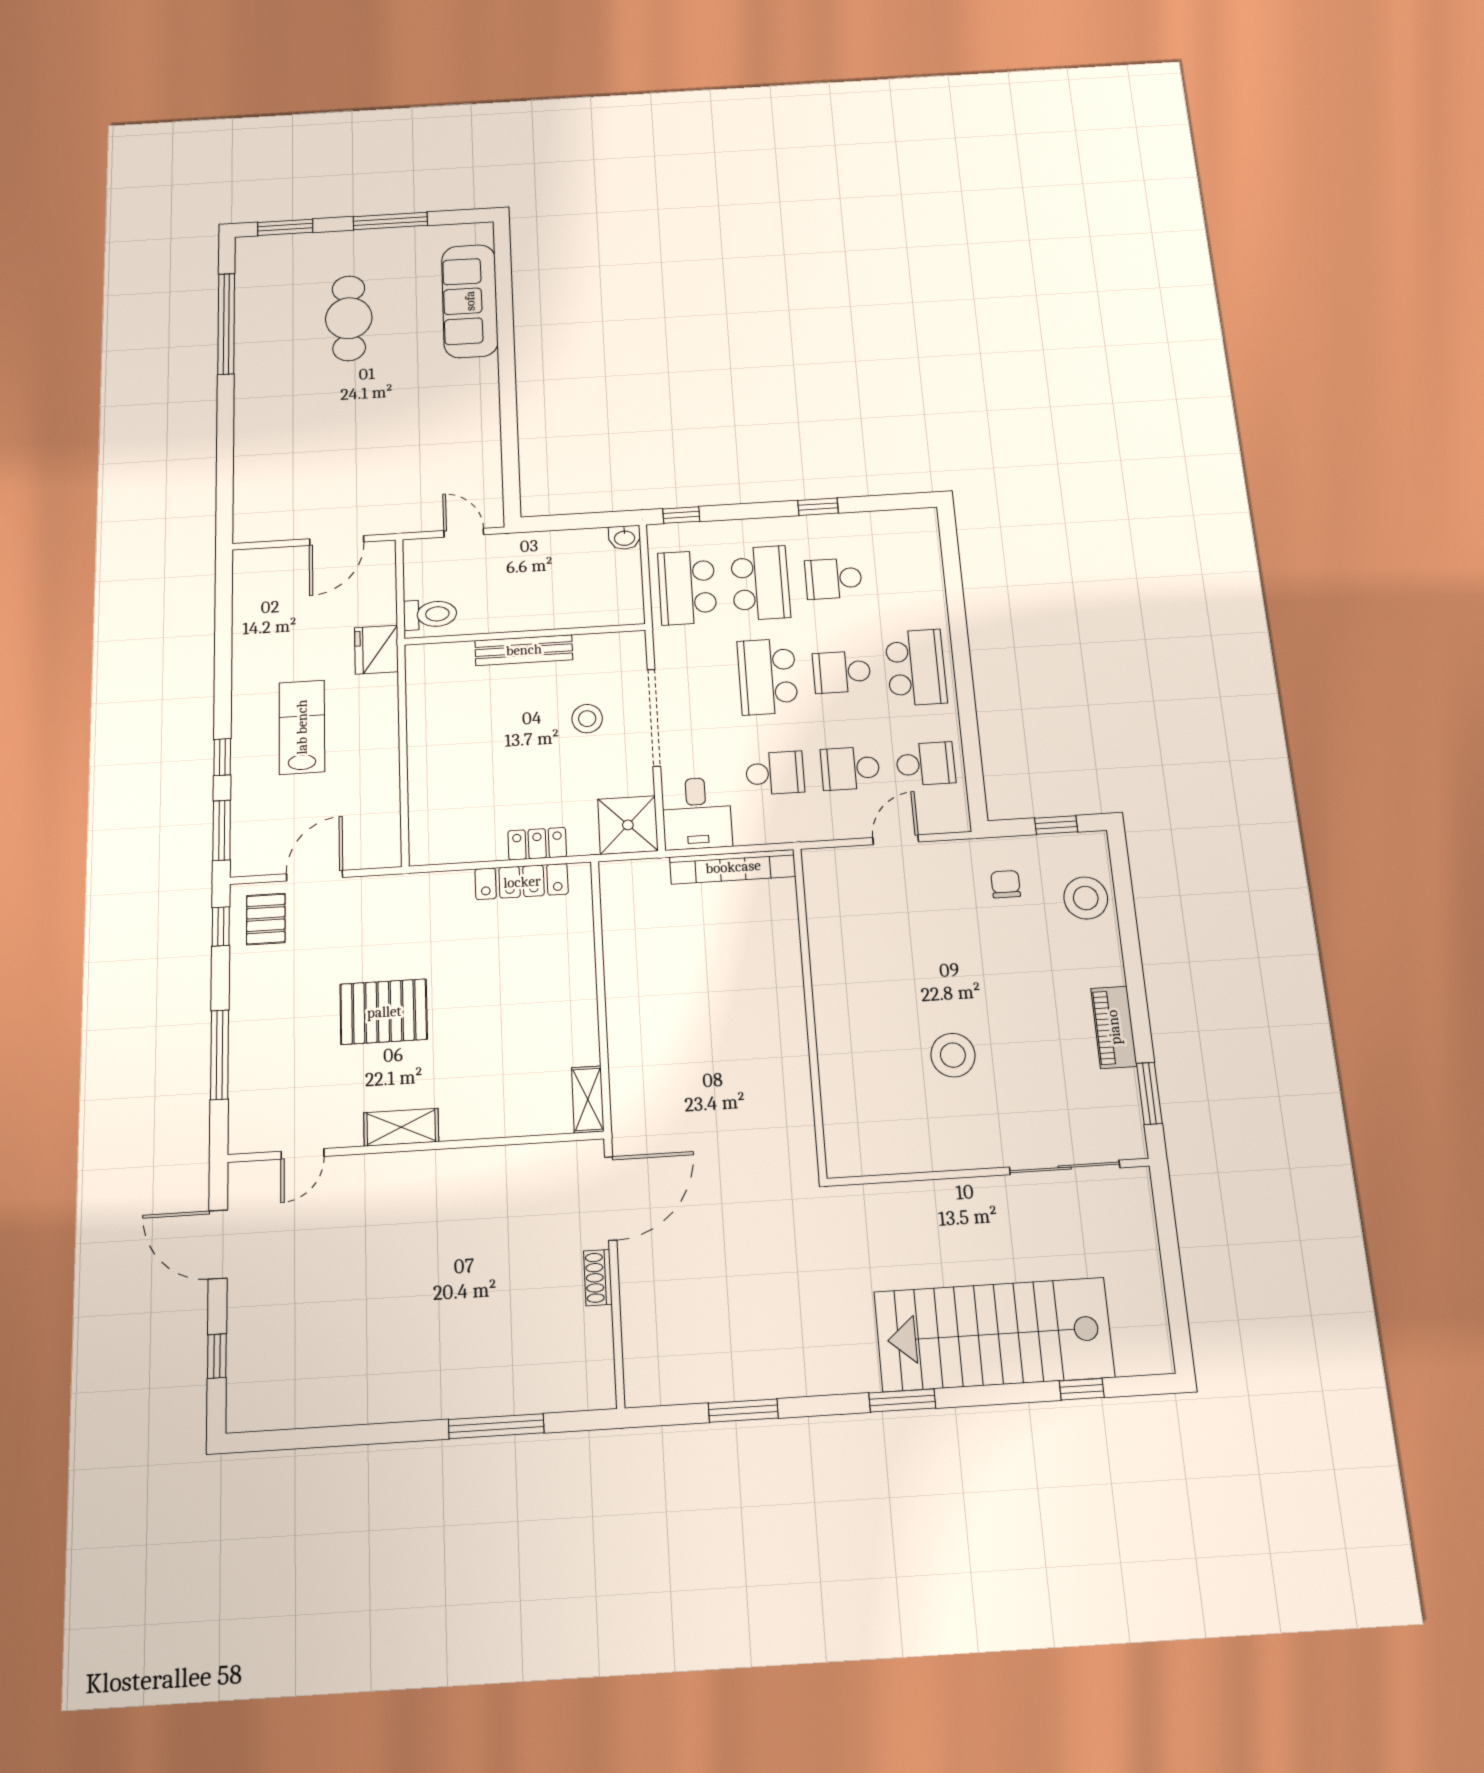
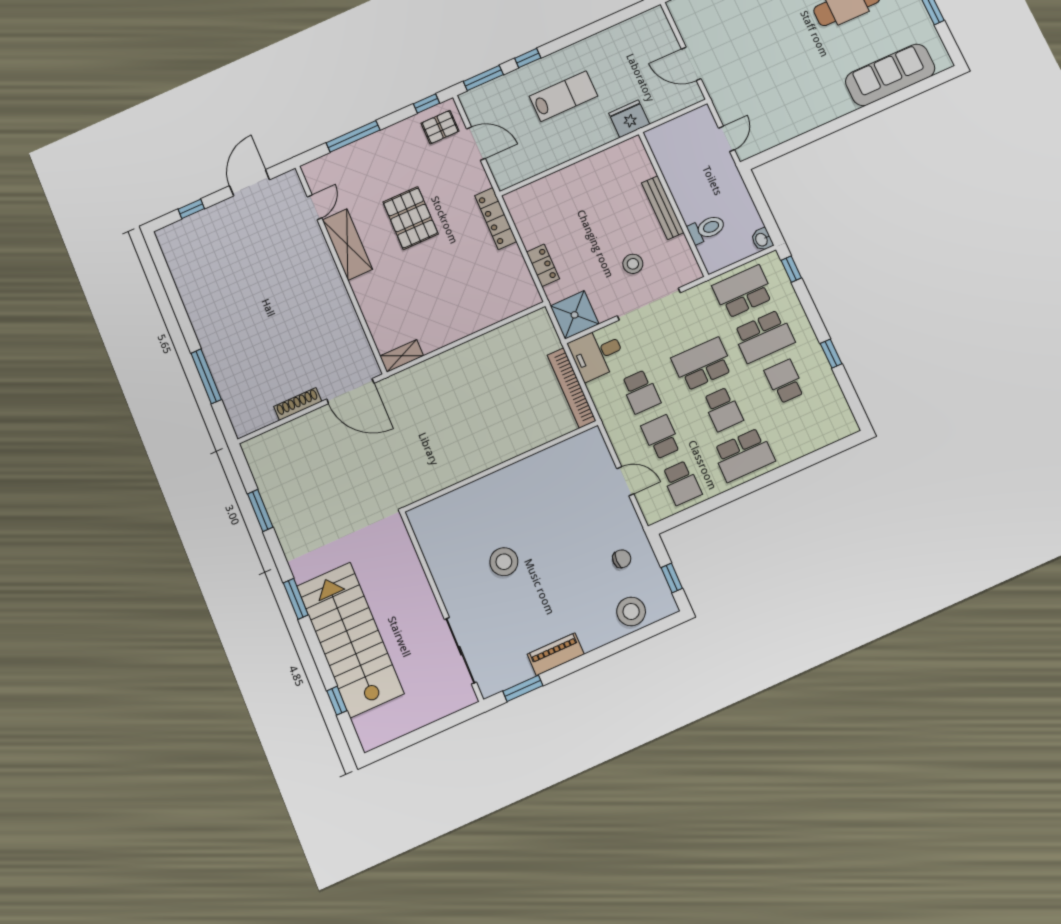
toilet: (430, 614) -> (707, 229), moved, turned -90
school desk: (842, 672) -> (723, 409), turned 180
locker: (522, 882) -> (496, 219), moved
shelving: (401, 1127) -> (347, 245), width x1.50, depth x1.33
door: (303, 1154) -> (315, 207), swing flipped
shoe rack: (598, 1278) -> (298, 404), width x1.43

